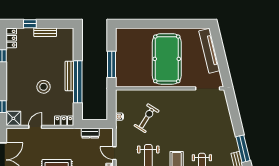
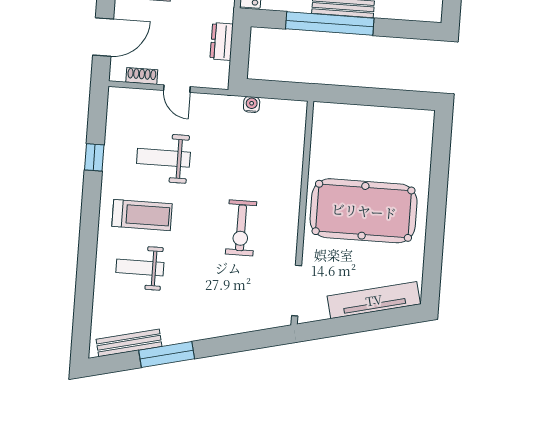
window: (112, 64) -> (361, 96), removed
exercise bike: (147, 118) -> (241, 228), moved, turned 58
door: (114, 153) -> (177, 89), swing flipped

